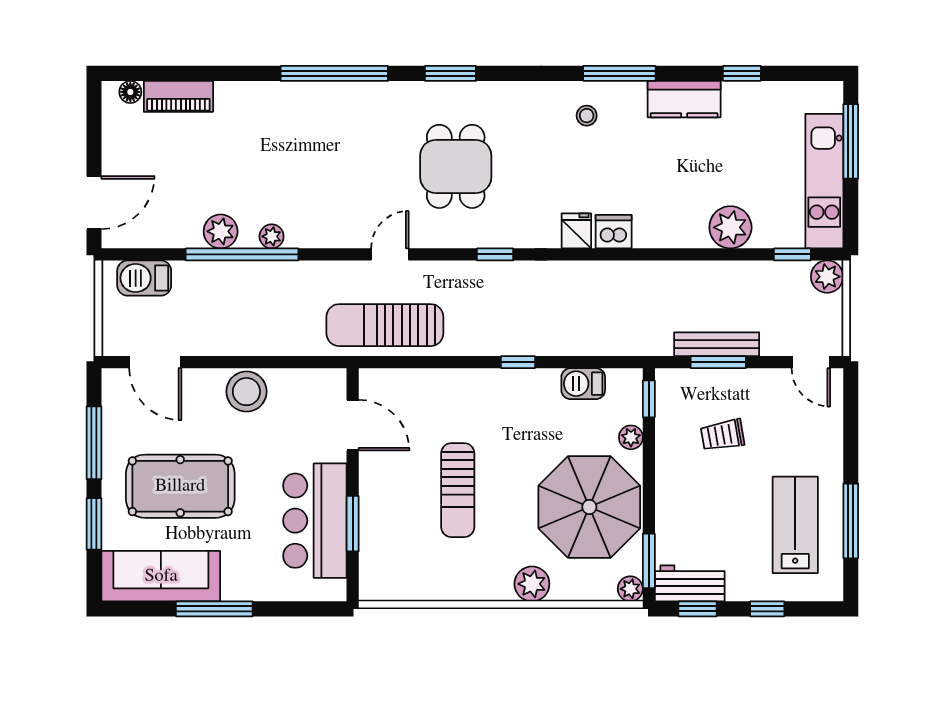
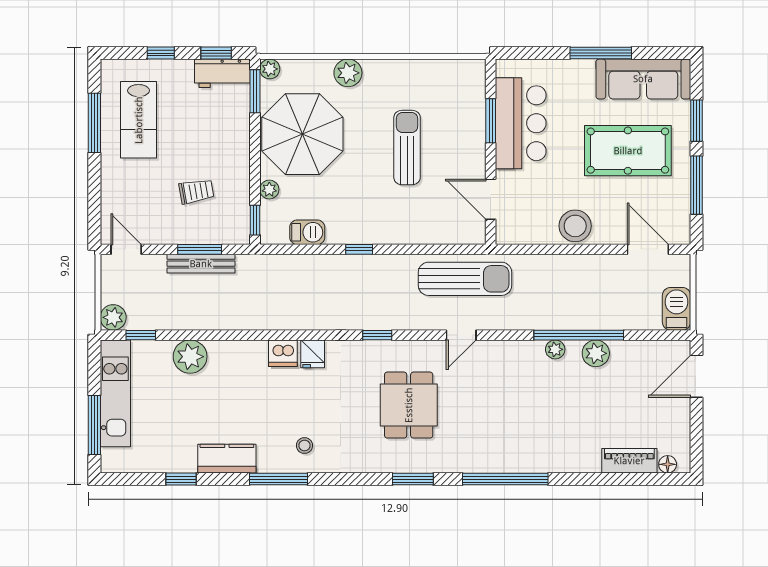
barbecue: (144, 278) -> (676, 309), moved, turned -90

